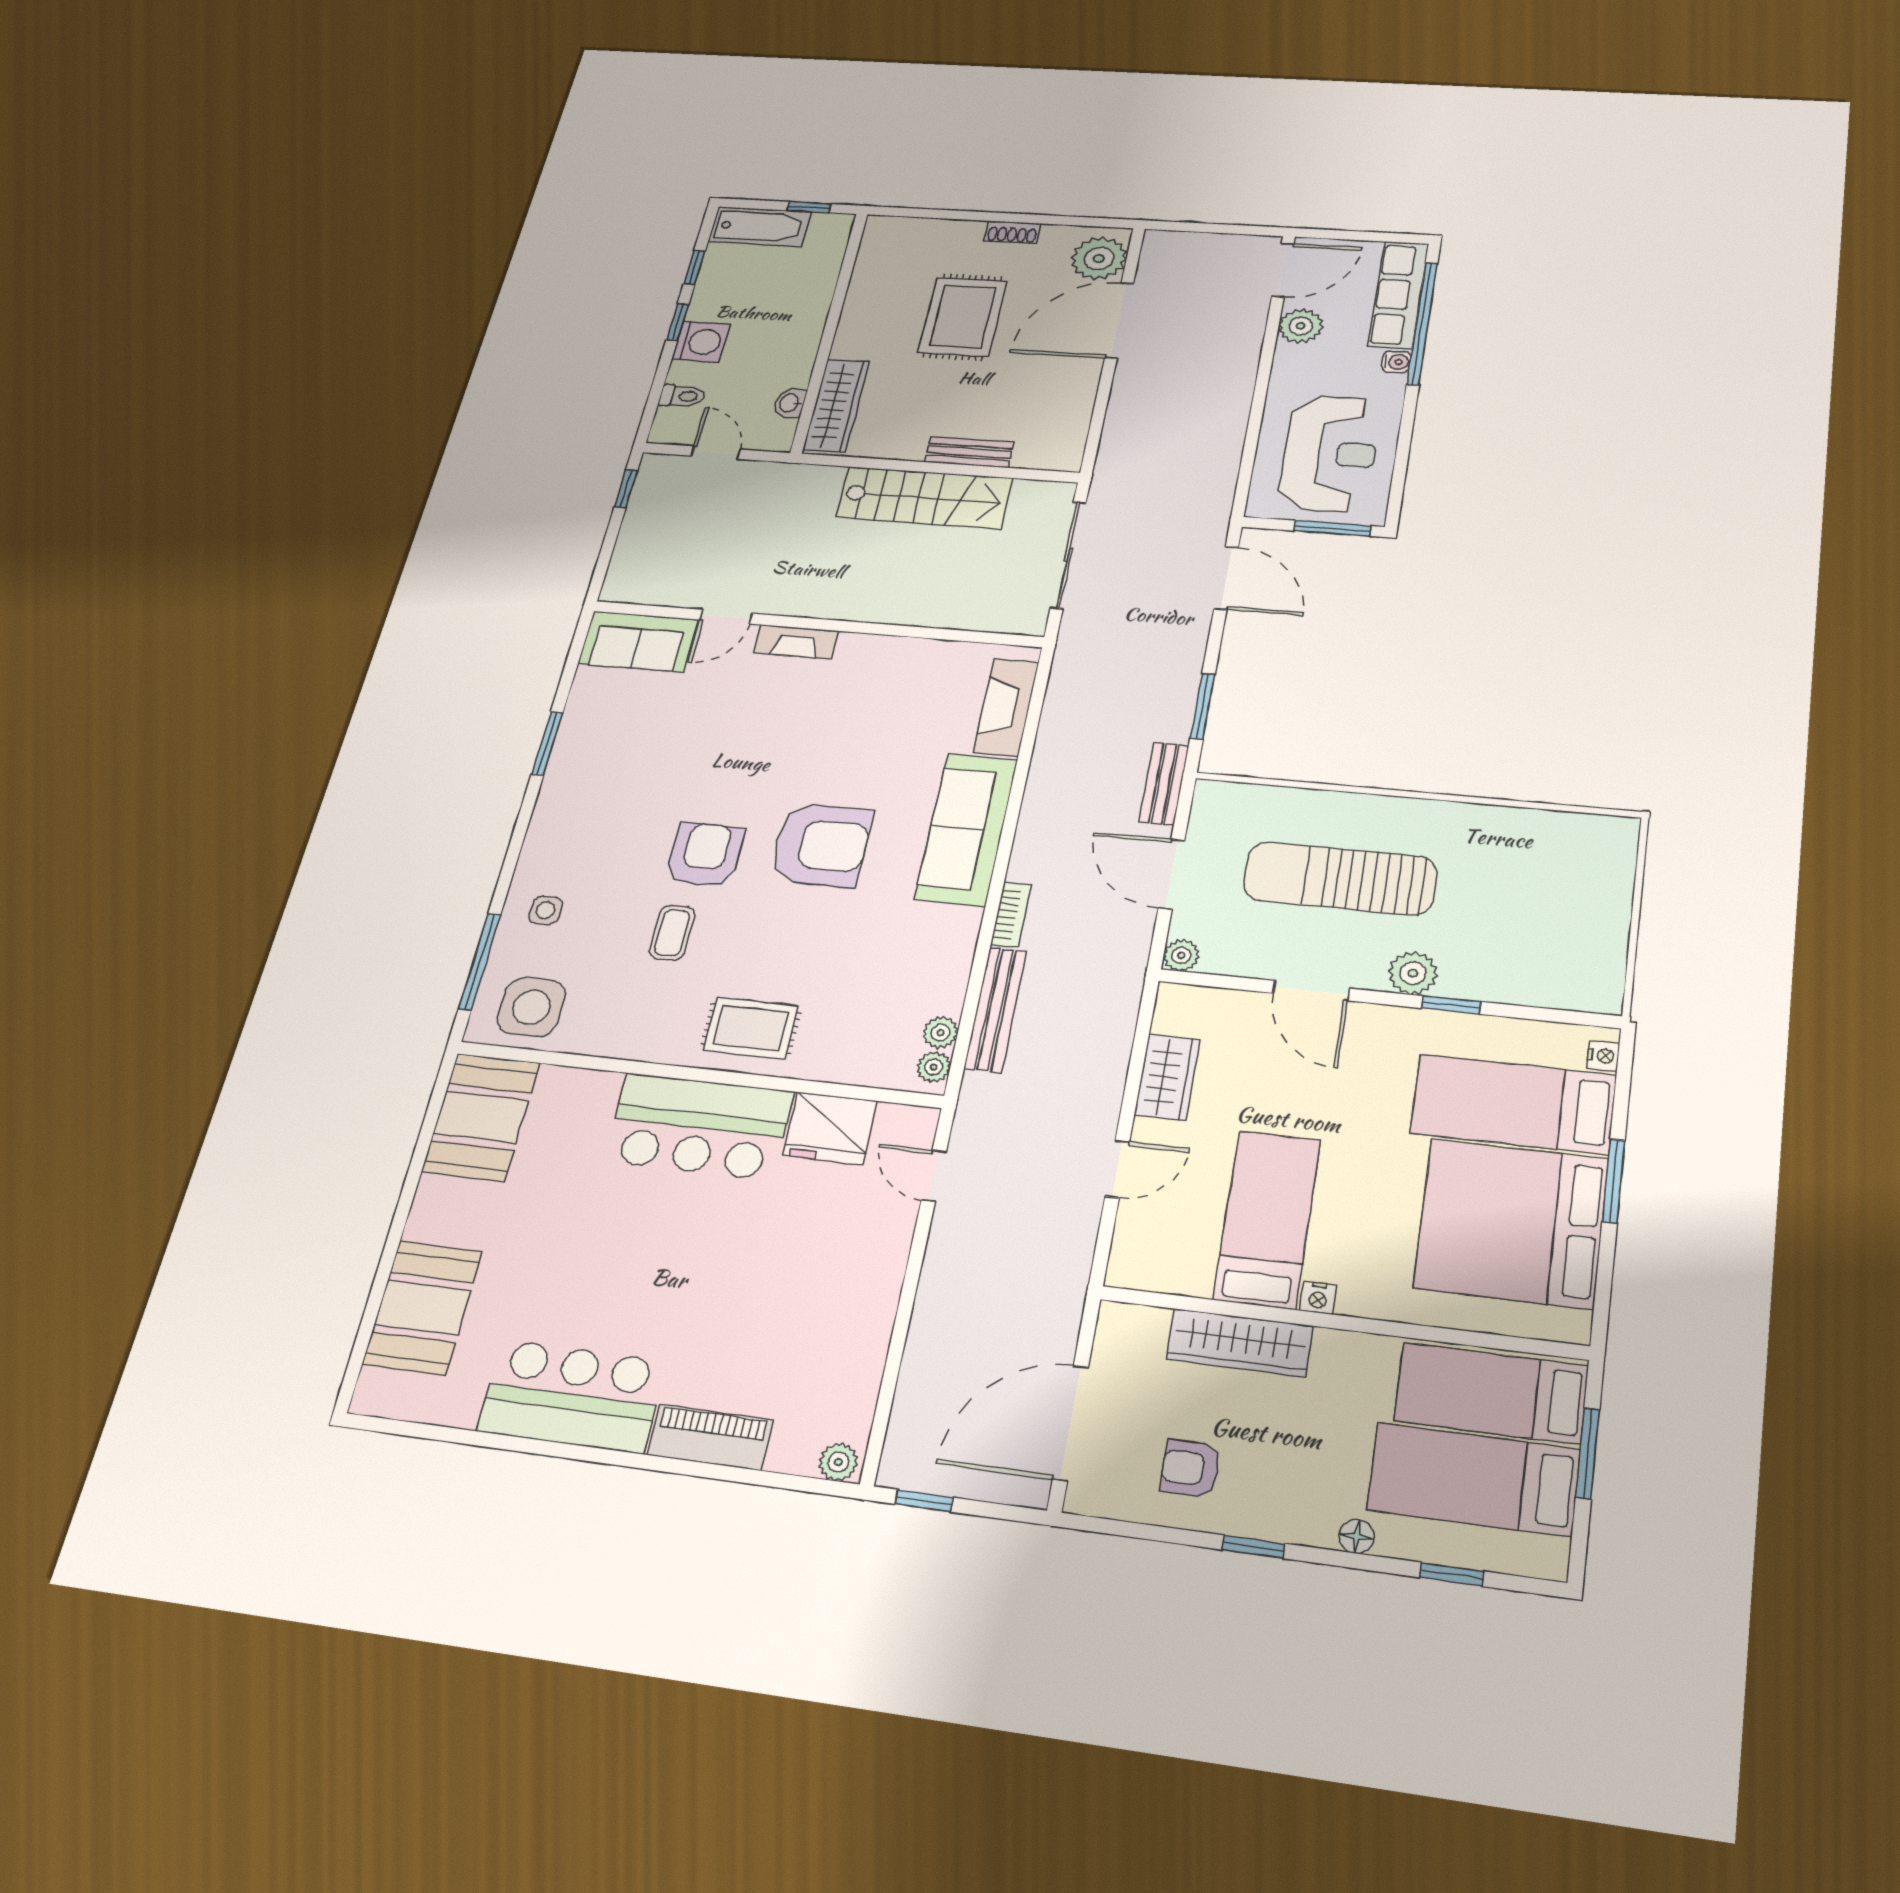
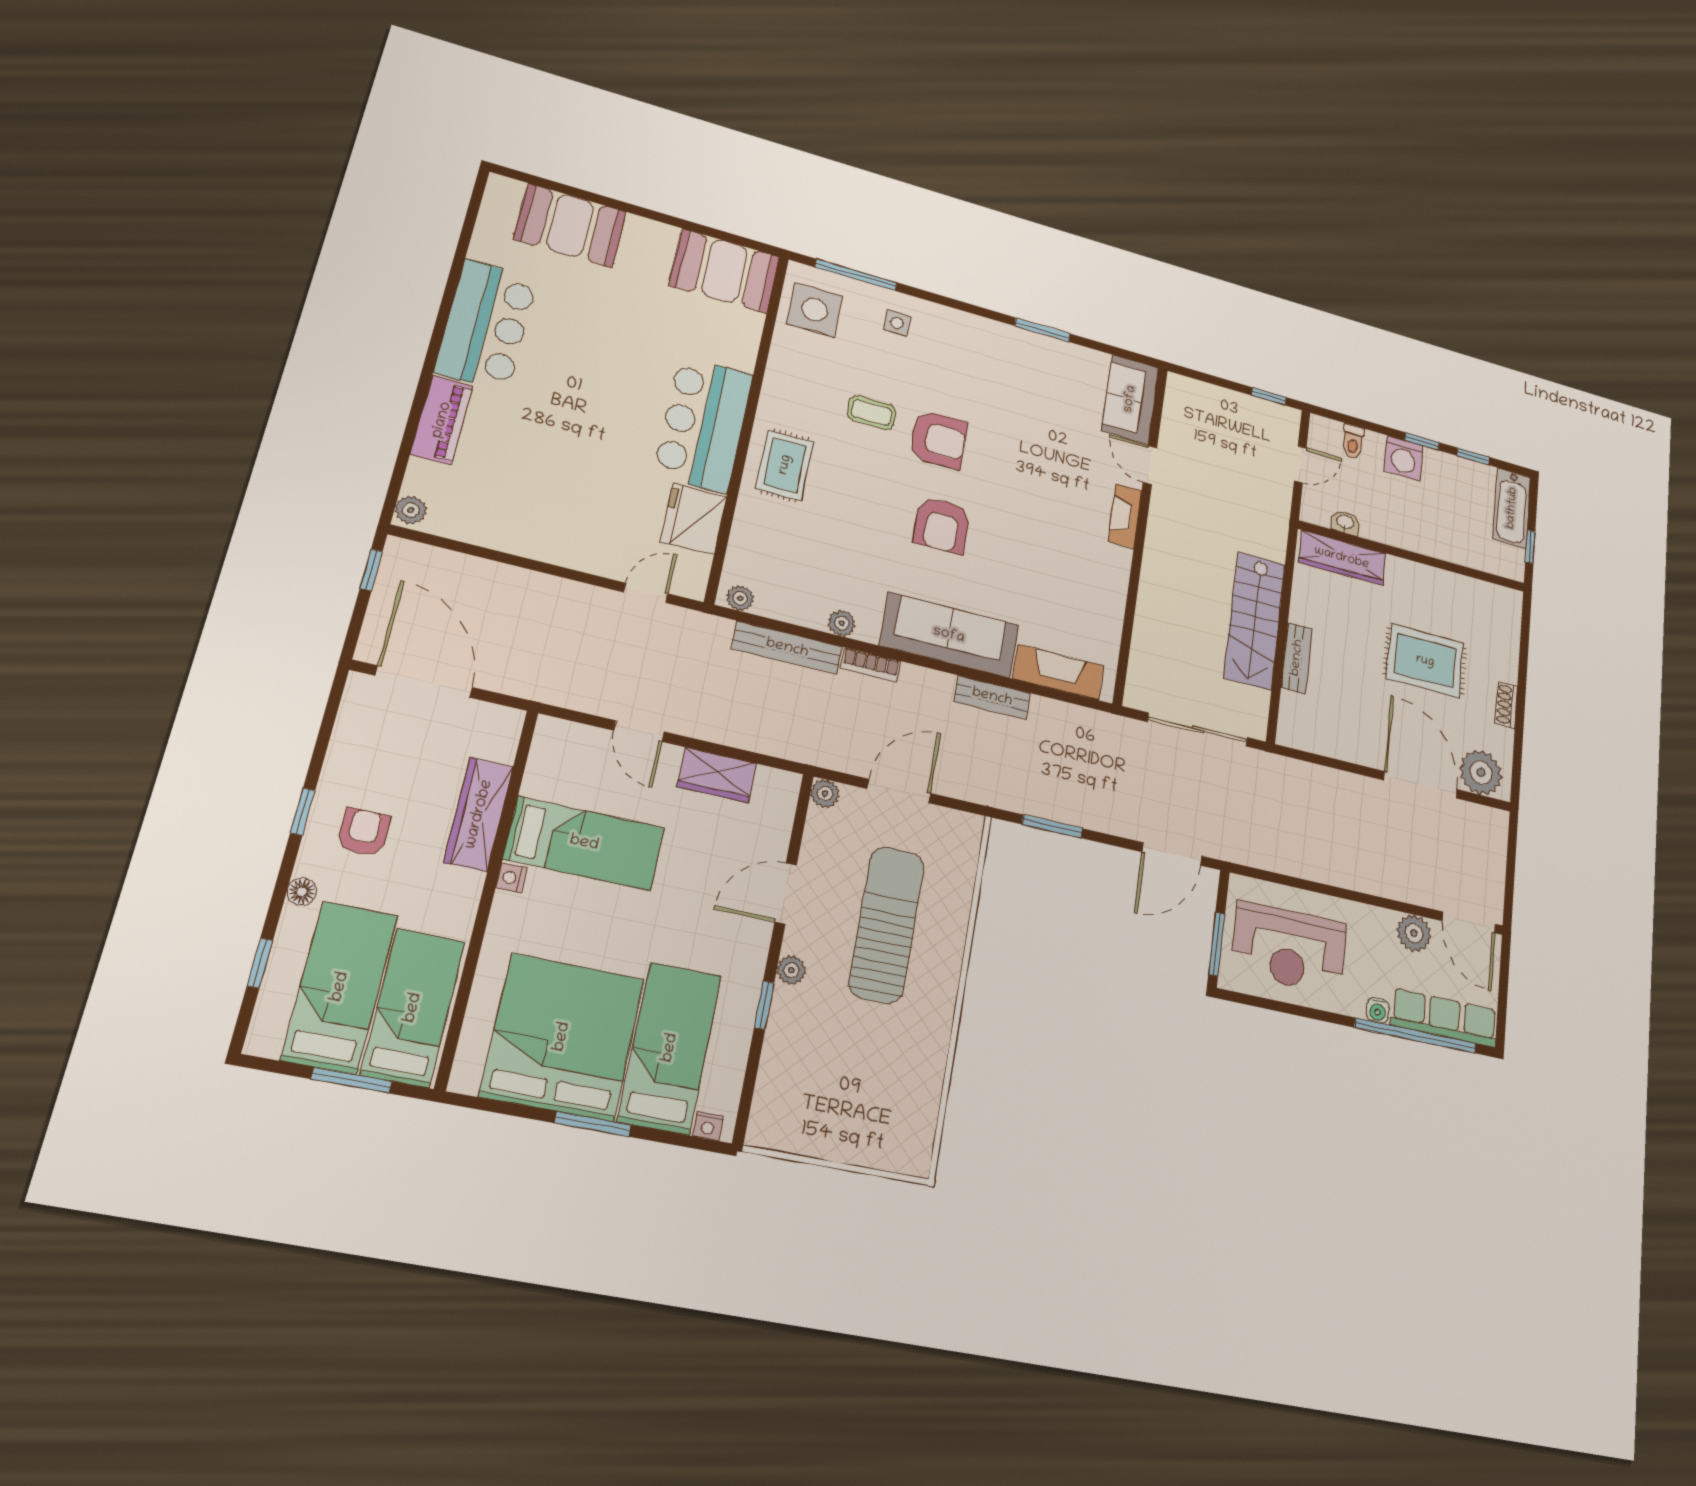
bench: (1164, 784) -> (992, 697), moved
armchair: (821, 845) -> (942, 525), width x0.73, depth x0.73
plant: (1413, 973) -> (791, 970), width x0.73, depth x0.73
plant: (941, 1033) -> (842, 623), moved
armchair: (1191, 1468) -> (364, 832), moved

